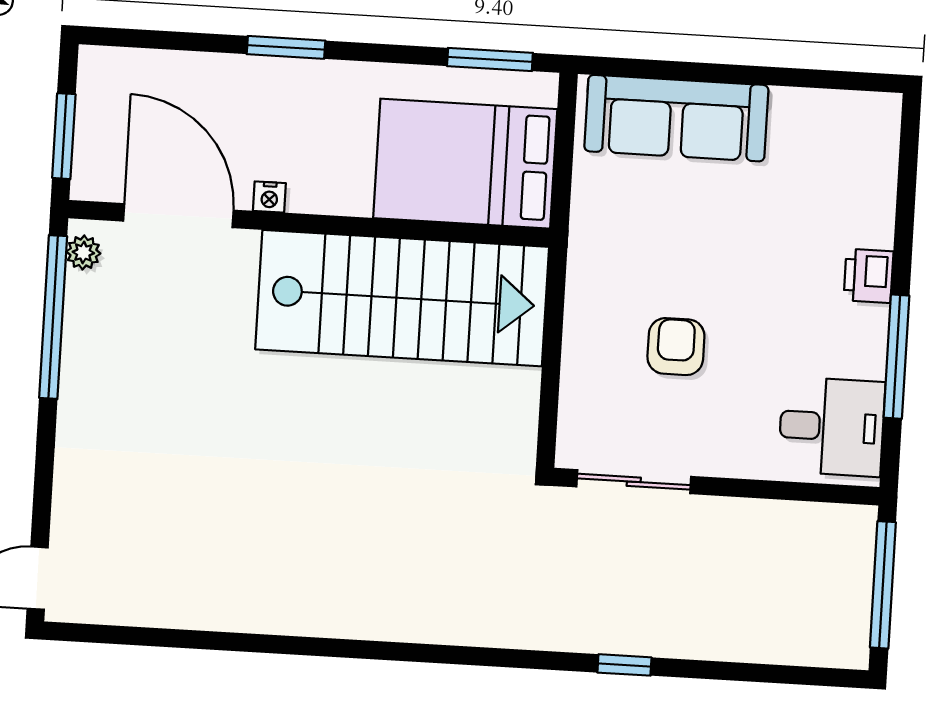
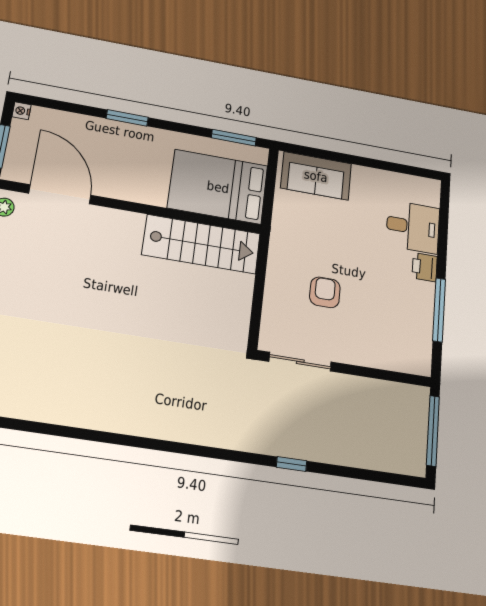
sofa: (676, 118) -> (316, 176), width x0.73
nightstand: (269, 197) -> (22, 111), moved, turned 90
stairs: (402, 298) -> (201, 244), width x0.73, depth x0.66
desk: (832, 427) -> (413, 227), moved

